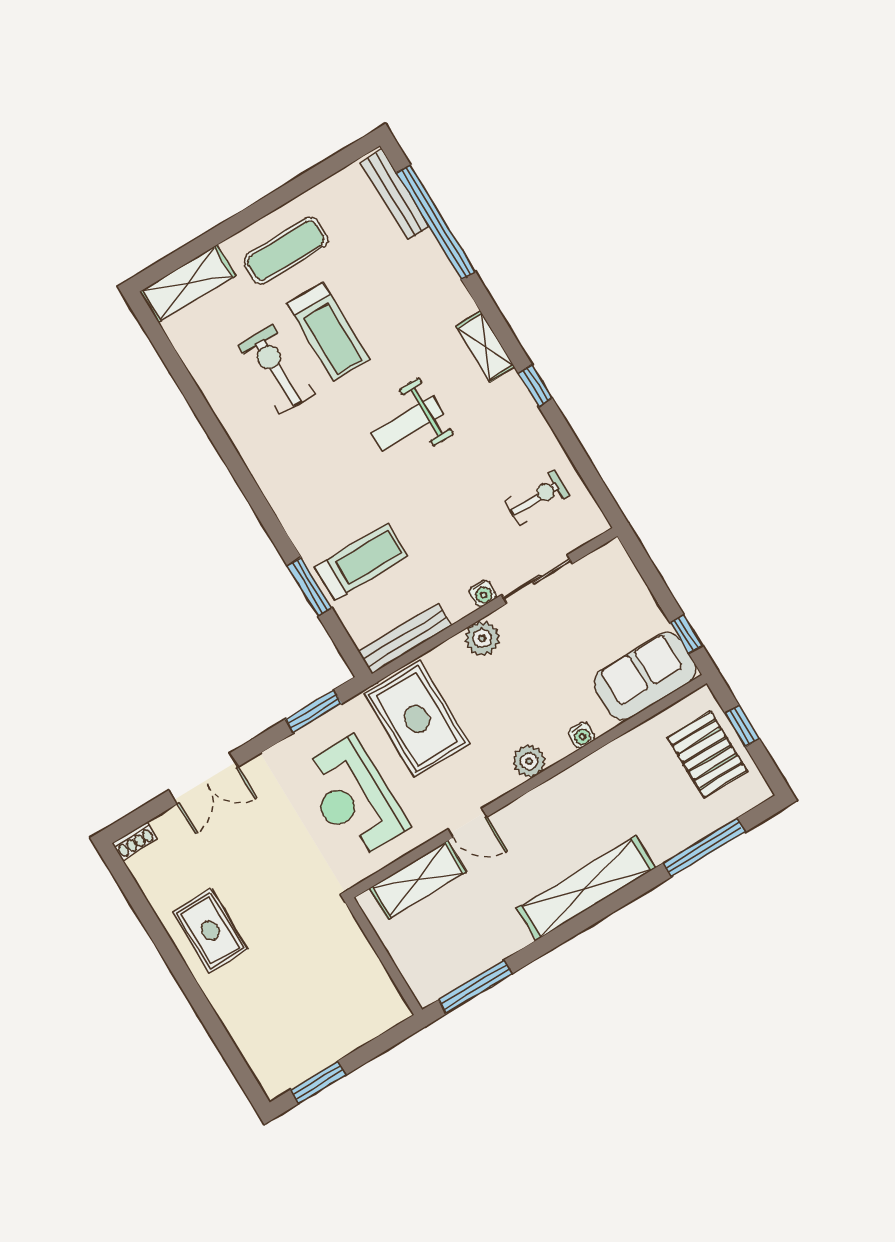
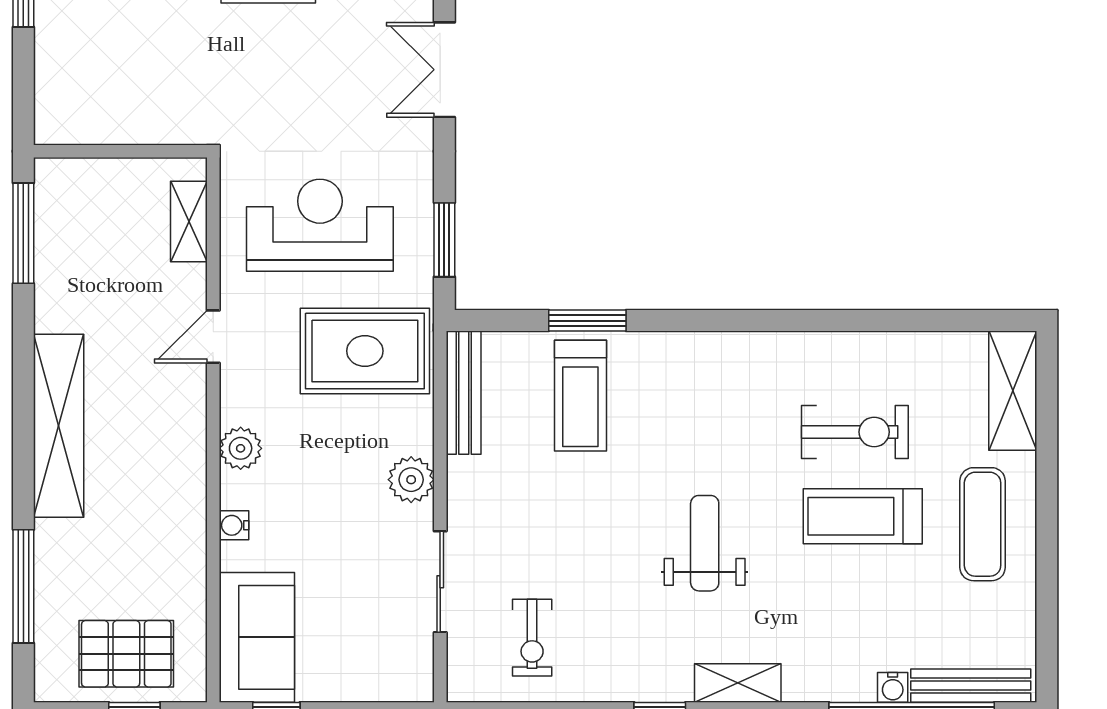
water cooler: (483, 593) -> (893, 687), moved, turned -90
shelving: (418, 880) -> (189, 221), width x0.67, depth x0.75

